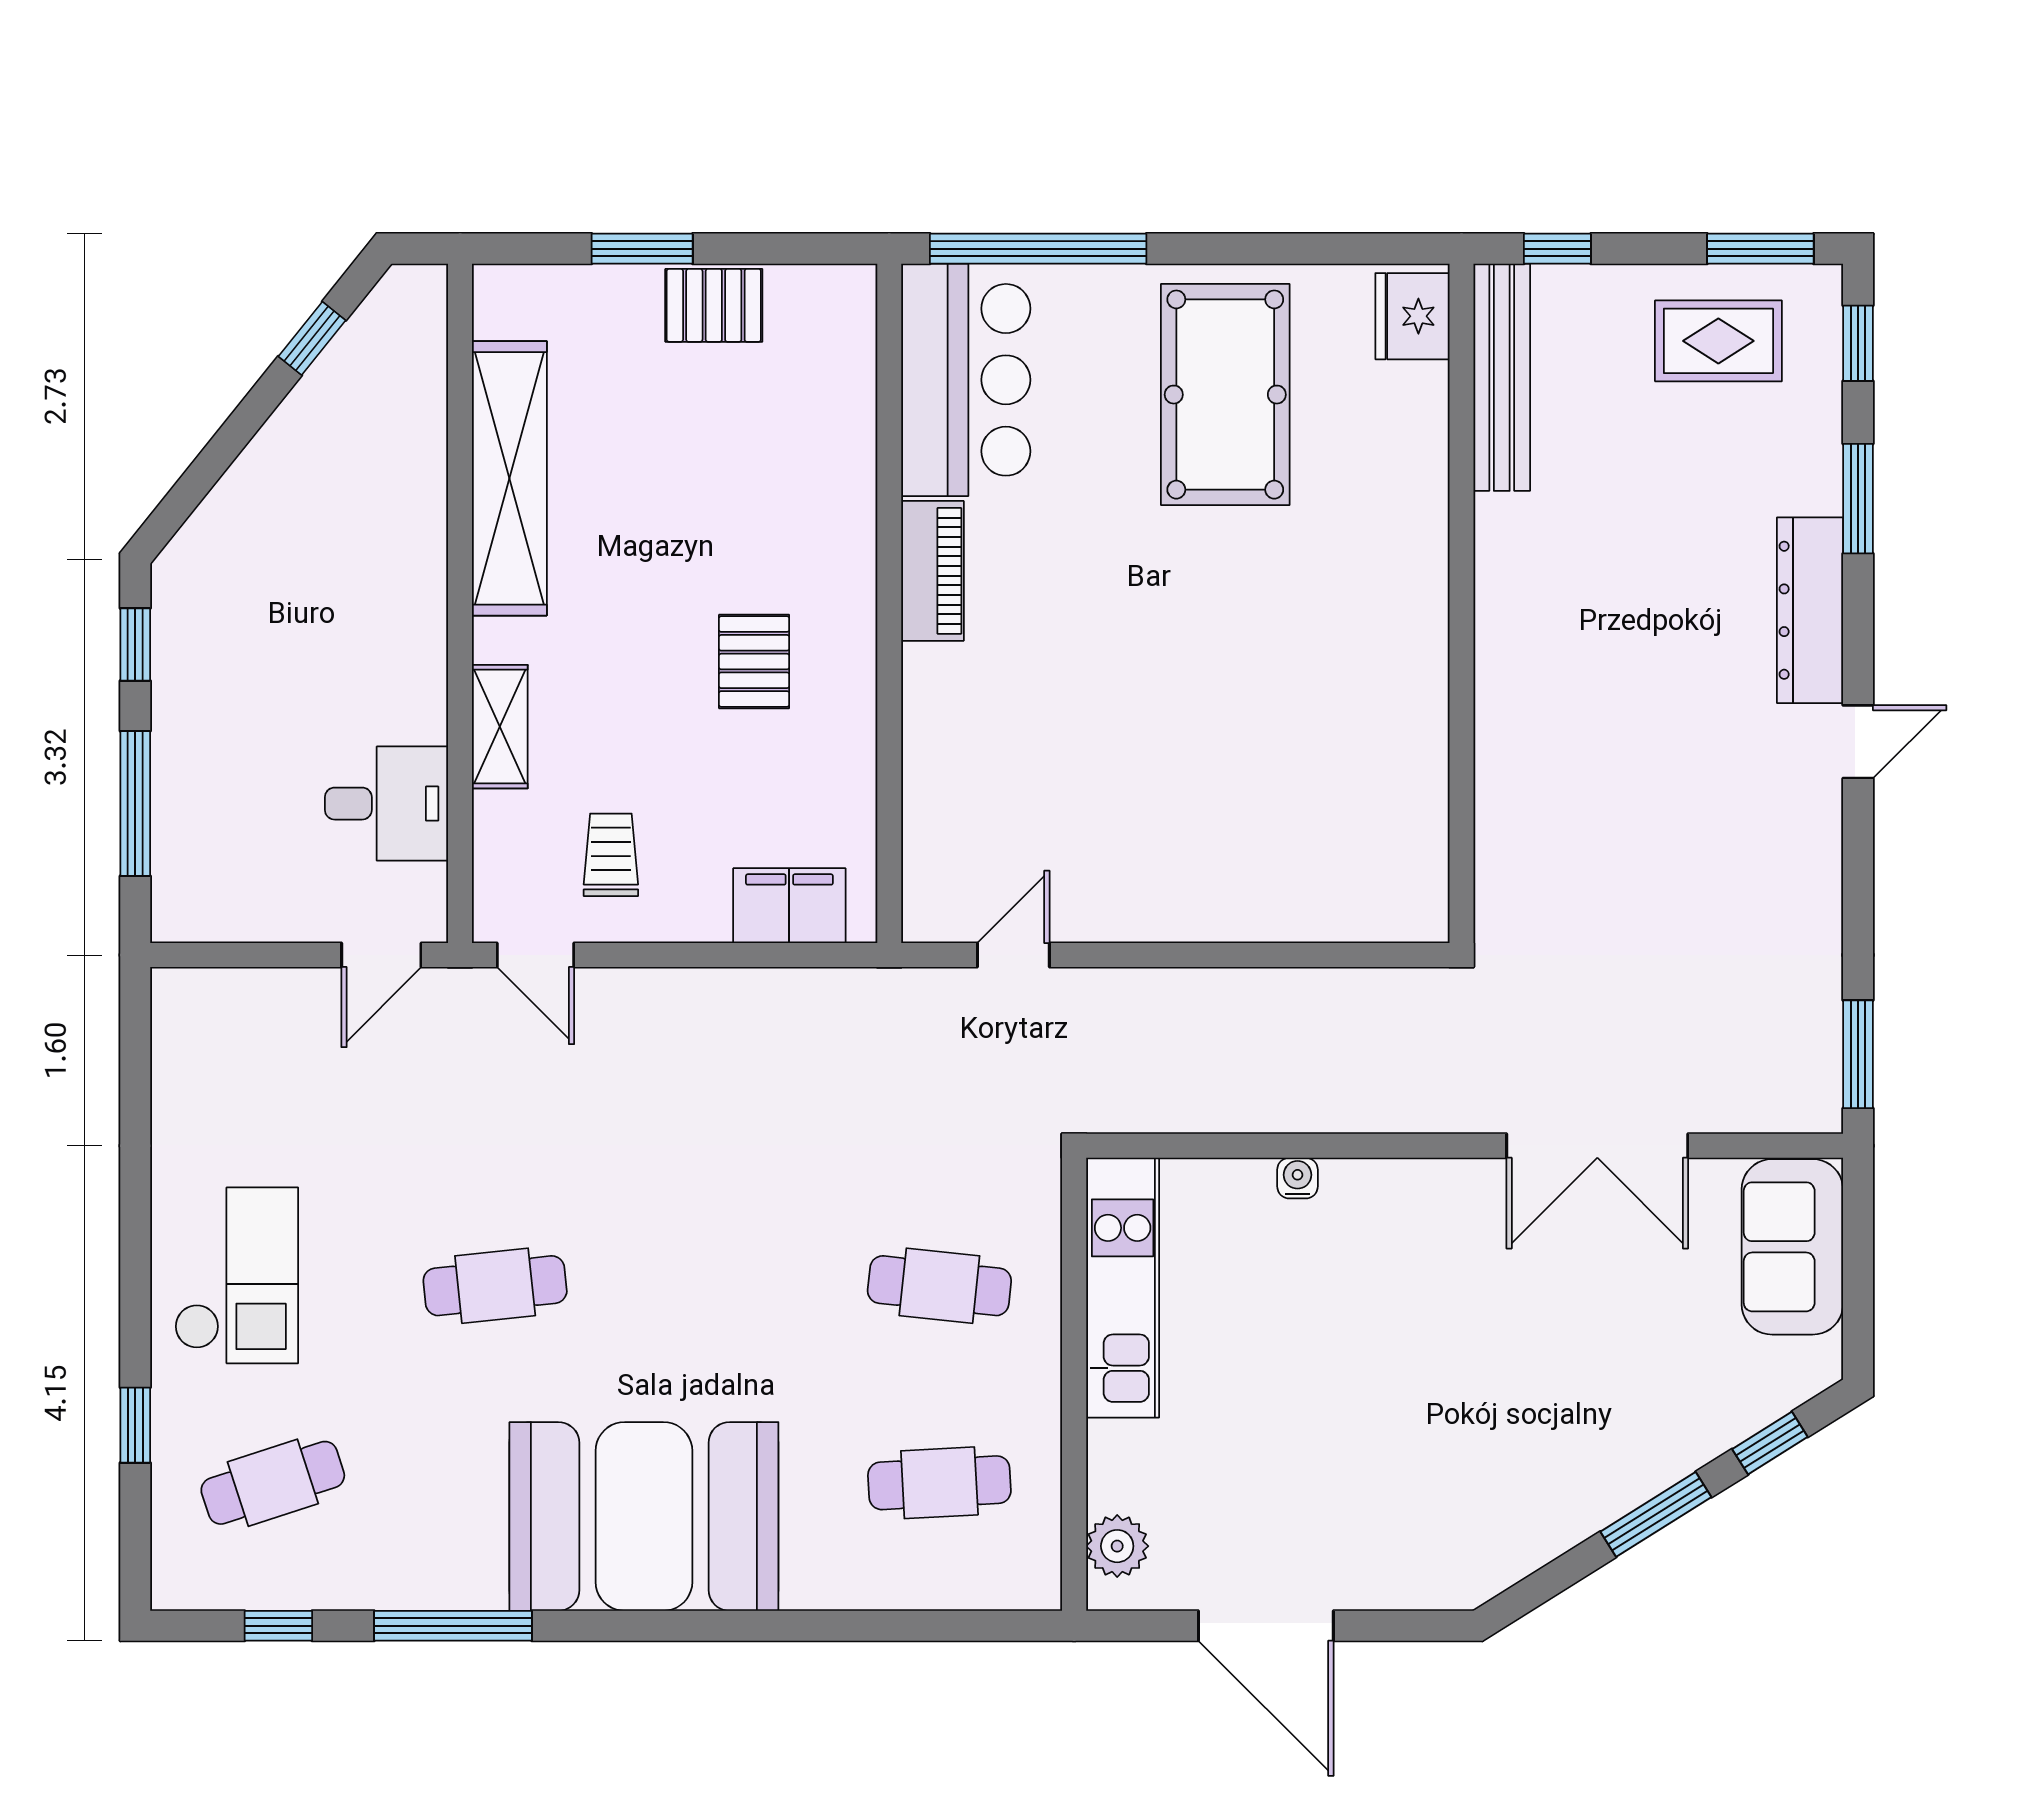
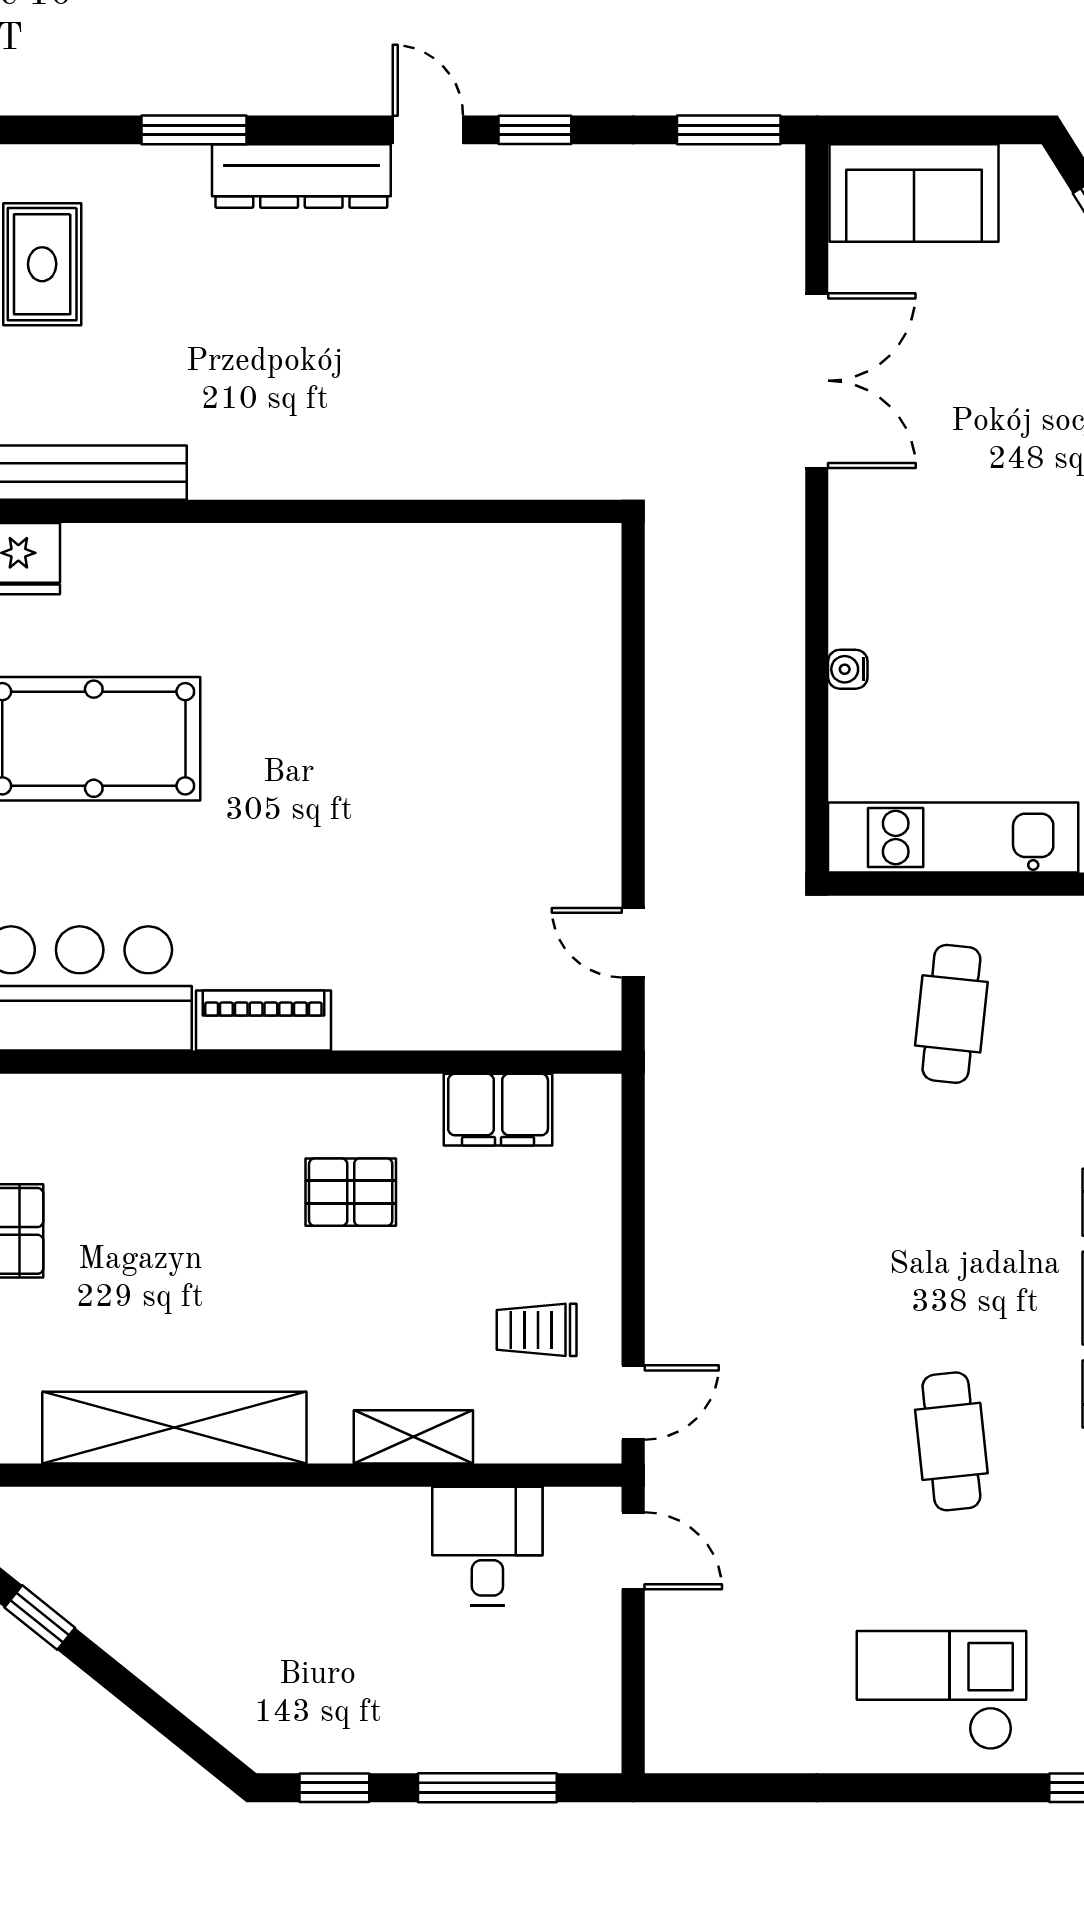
window: (1858, 343) -> (535, 130), moved
filing cabinet: (789, 906) -> (498, 1110), moved, turned -90

